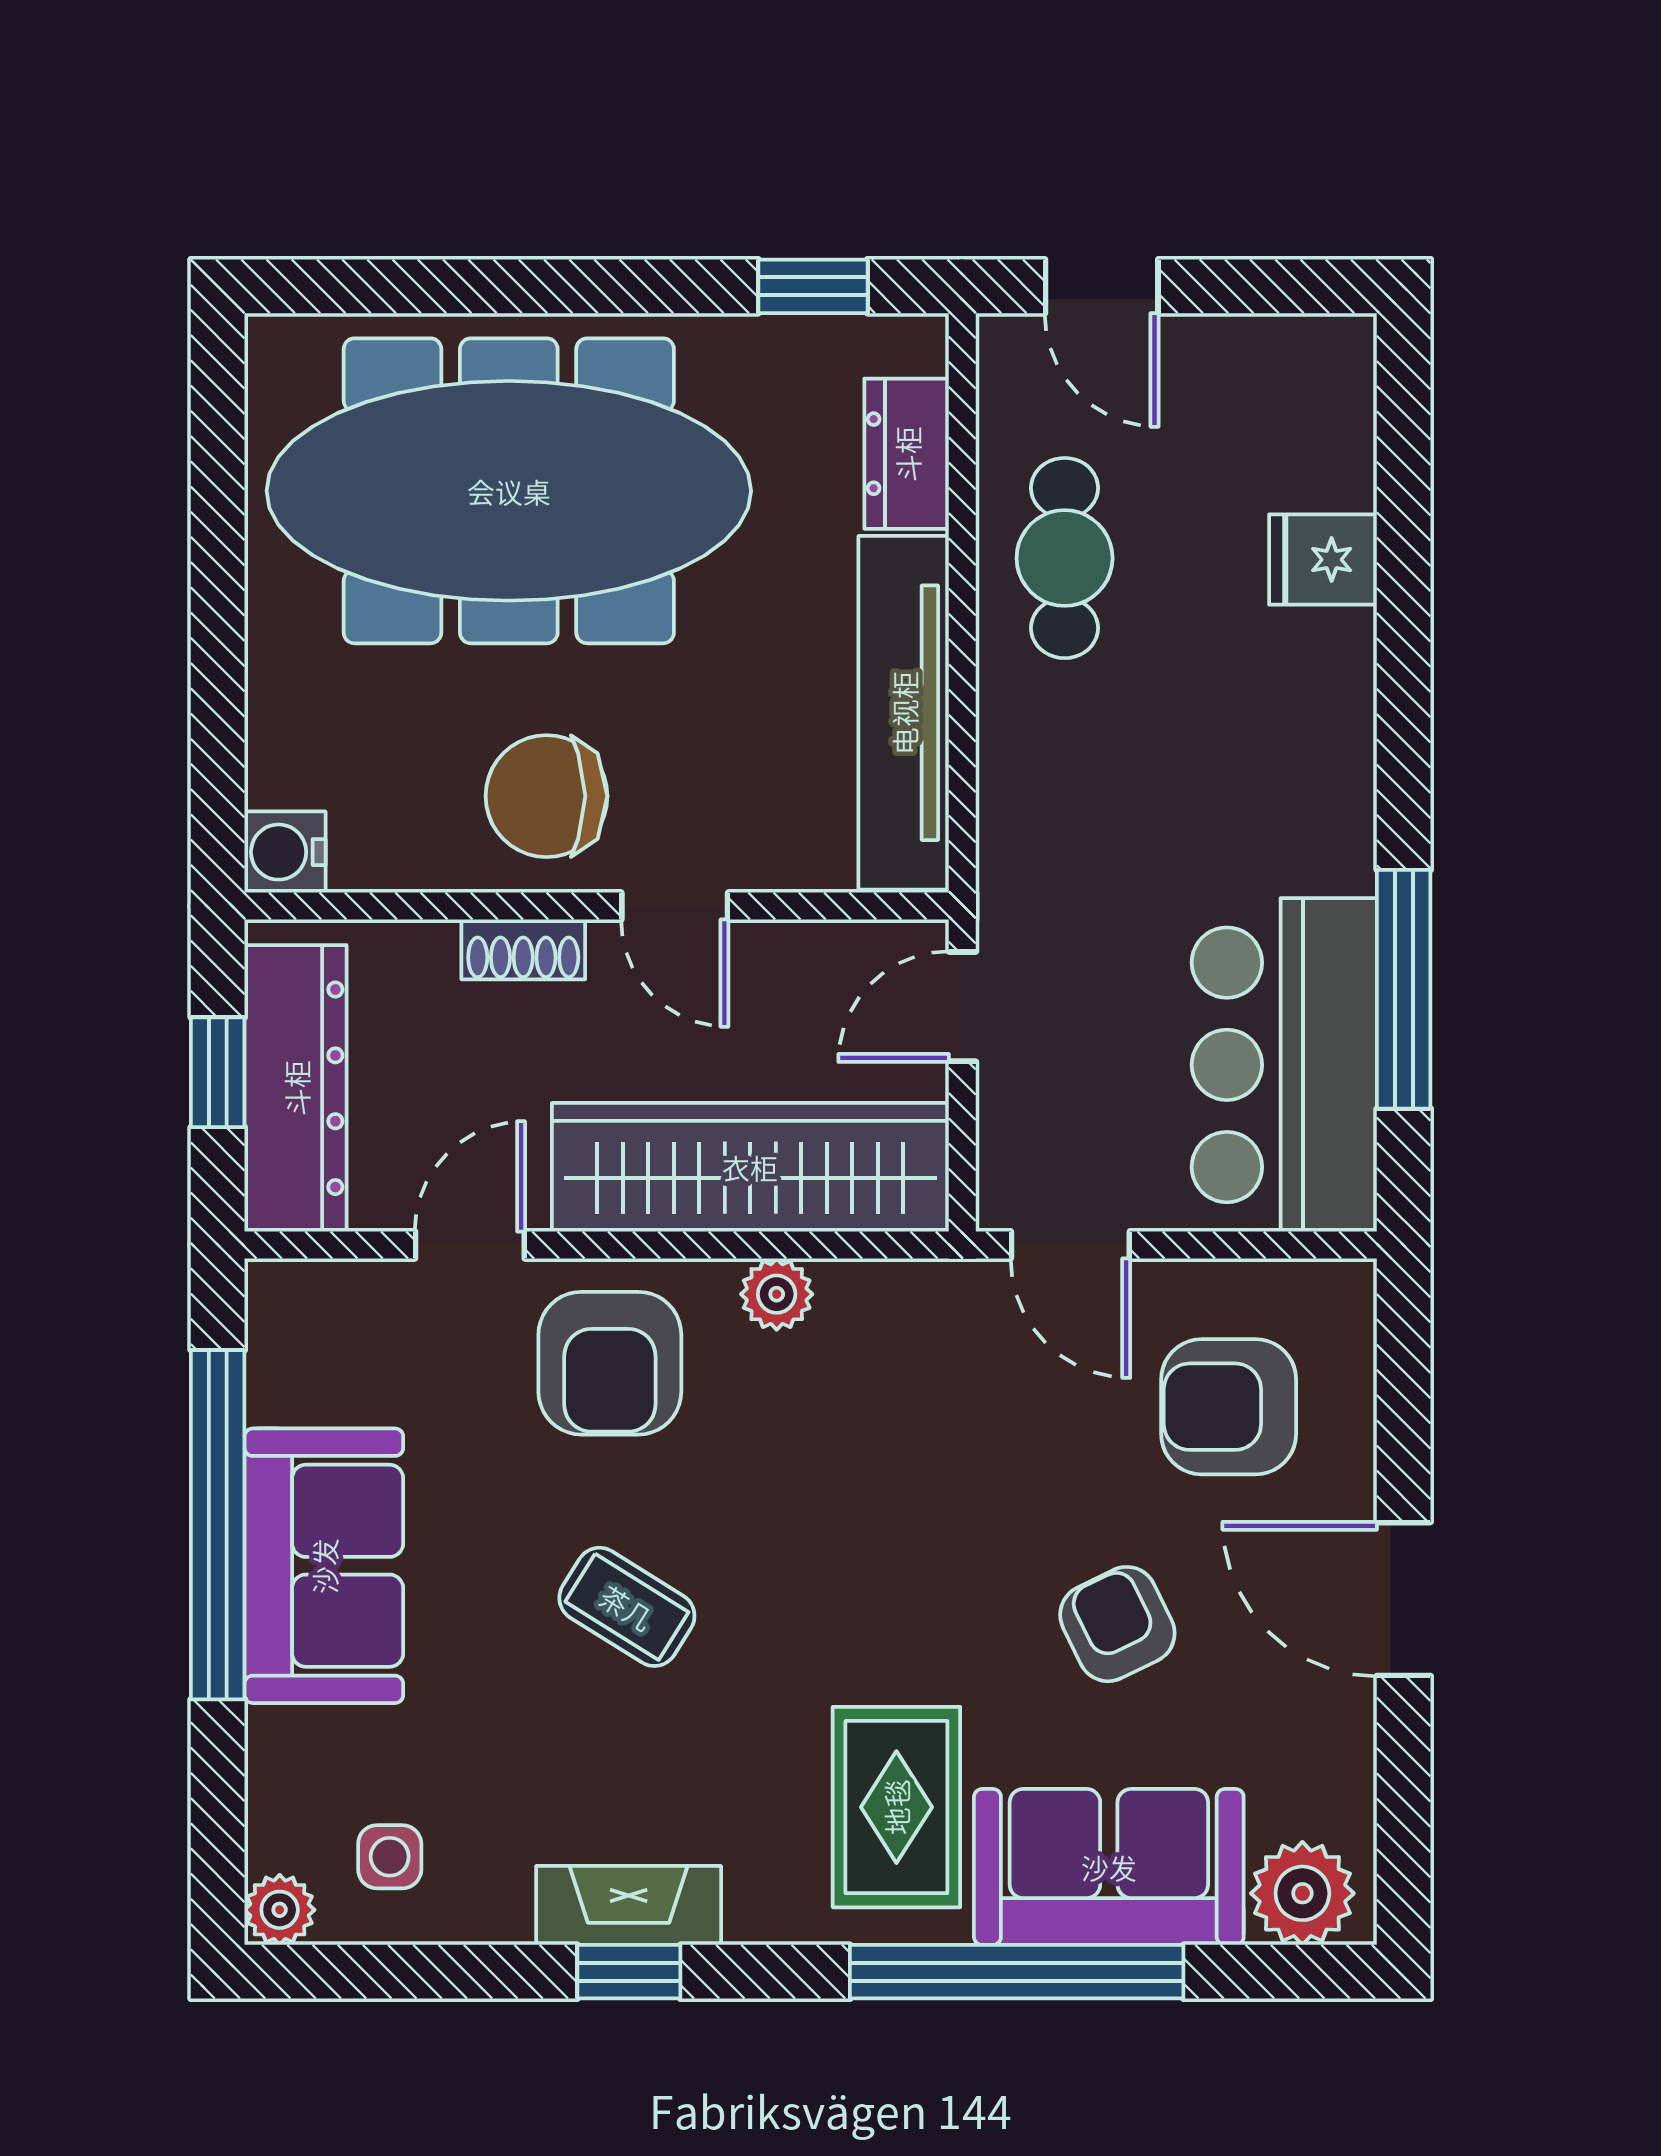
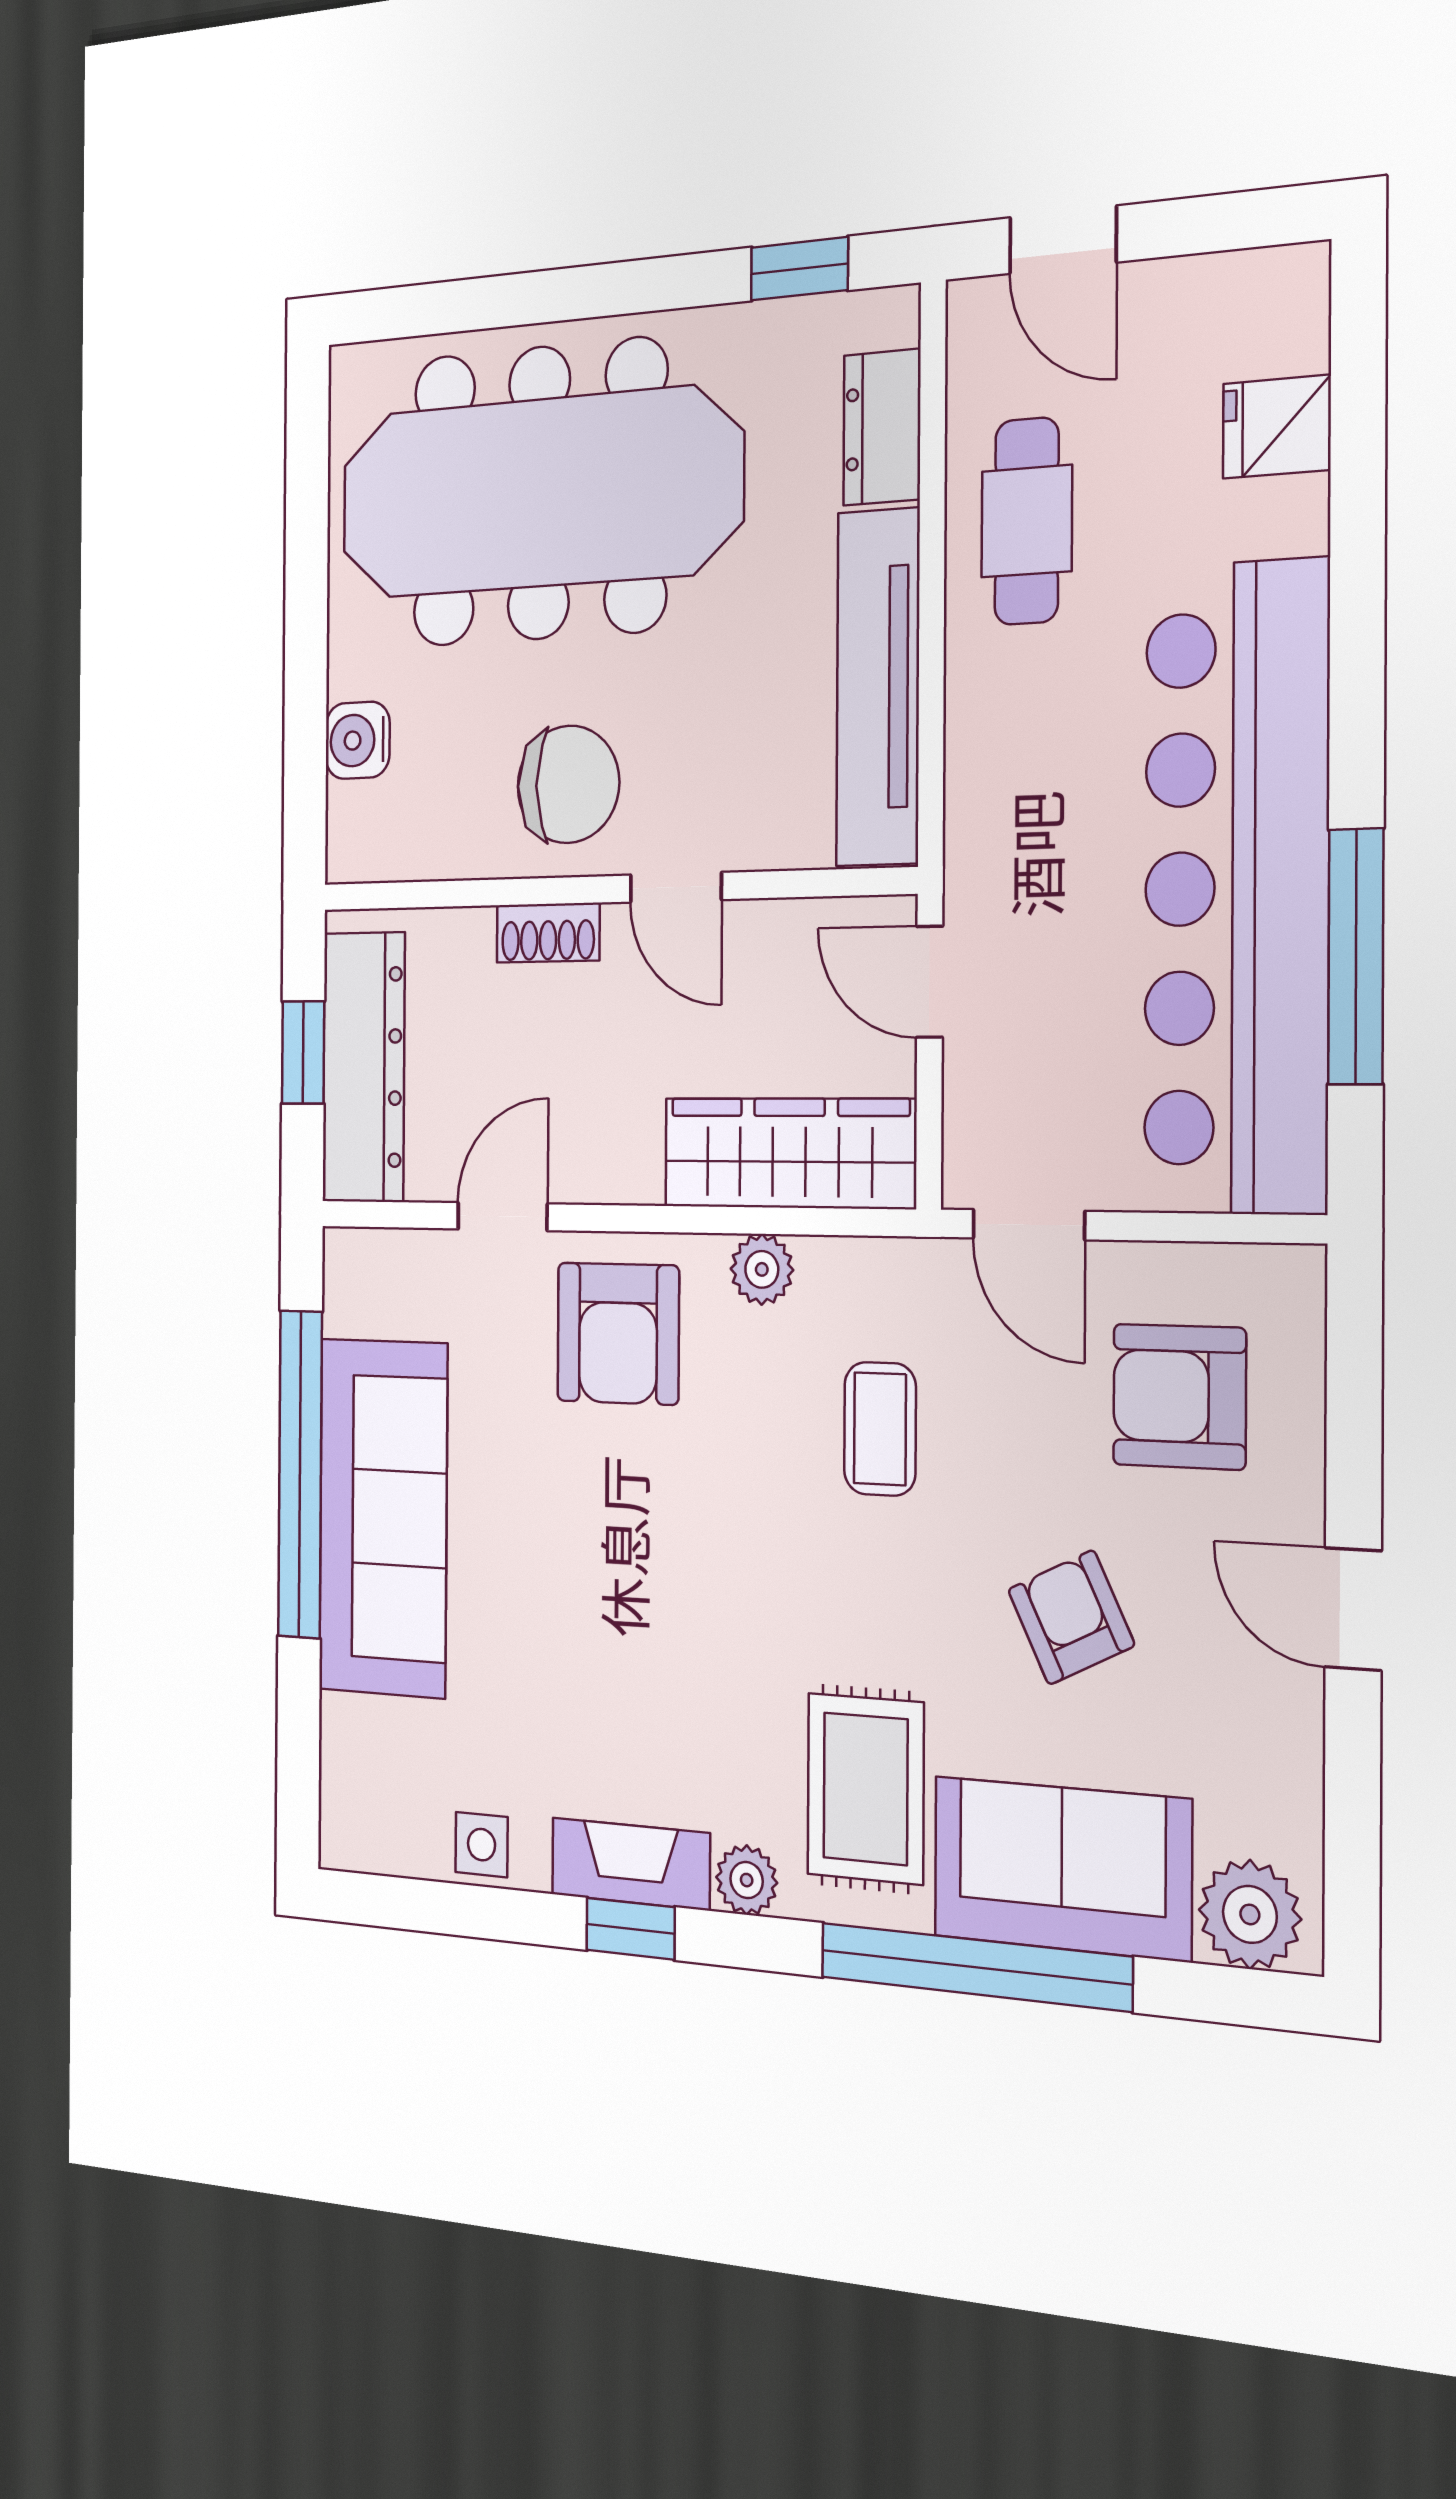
fridge: (1323, 560) -> (1277, 427), moved
chair: (546, 796) -> (568, 784), turned 180
water cooler: (285, 852) -> (358, 740), moved
door: (962, 1007) -> (930, 982), hinge flipped
bar counter: (1284, 1065) -> (1236, 888), width x1.86
wardrobe: (750, 1167) -> (789, 1153), width x0.71, depth x0.85
sofa: (324, 1566) -> (383, 1517), width x1.36
door: (1404, 1599) -> (1353, 1609), width x0.73
coffee table: (627, 1607) -> (880, 1429), moved, turned 58
side table: (390, 1857) -> (482, 1845), moved
plant: (280, 1910) -> (747, 1880), moved

